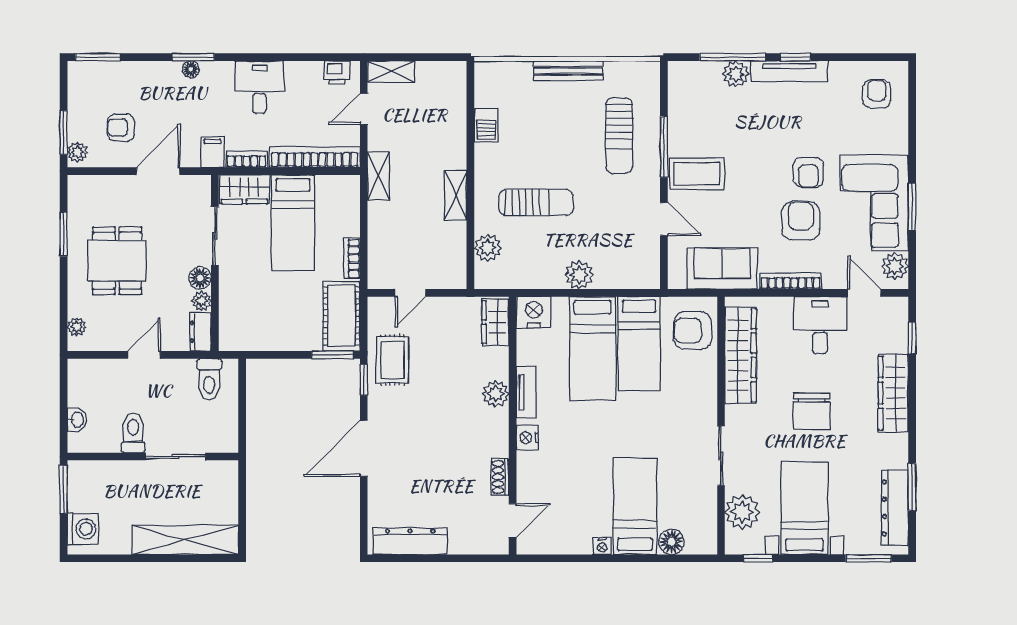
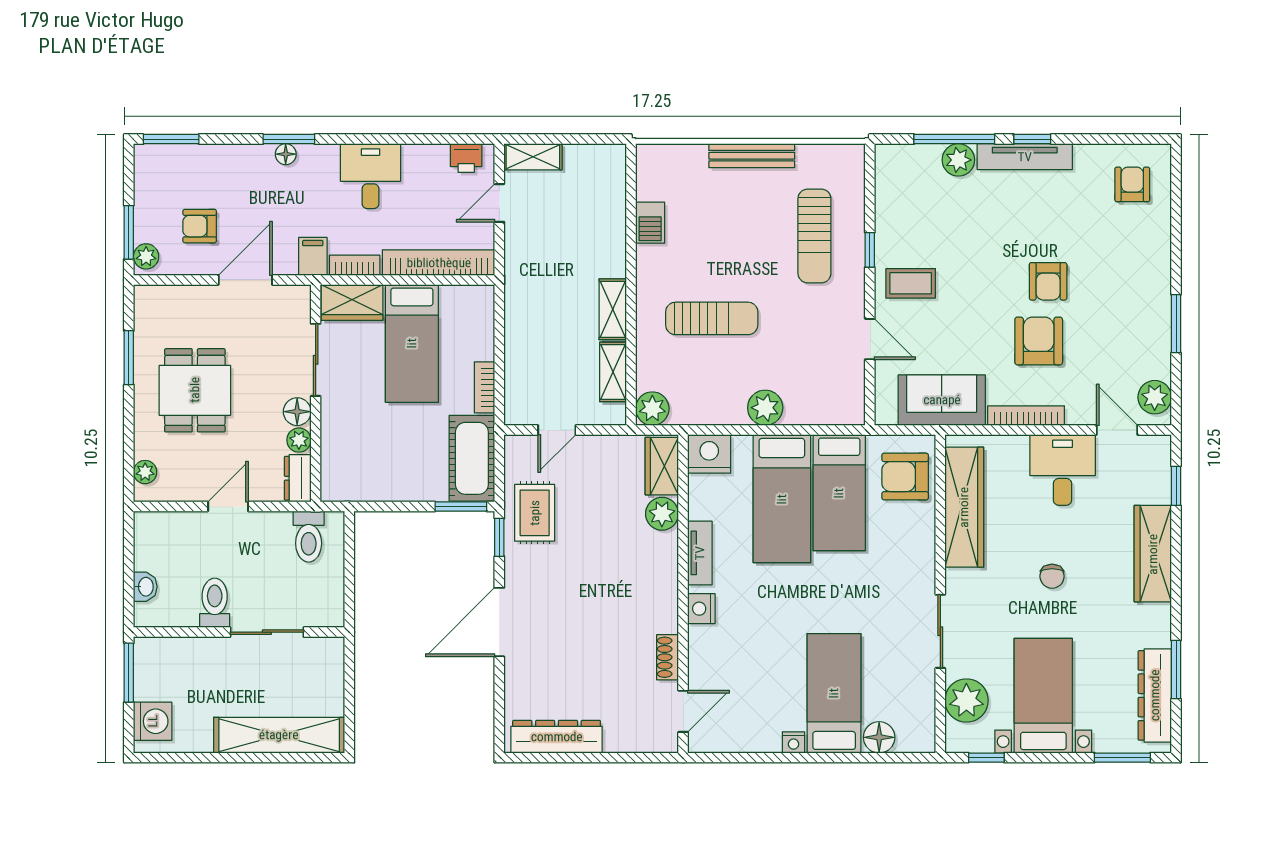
window: (664, 147) -> (870, 250), width x0.46
coffee table: (697, 174) -> (911, 283), width x0.73, depth x0.77
shelving: (378, 176) -> (613, 372), moved
corner sofa: (874, 203) -> (1129, 319), removed
plant: (488, 248) -> (652, 409), moved
plant: (496, 394) -> (662, 514), moved
chair: (812, 411) -> (1052, 576), width x0.54, depth x0.54

